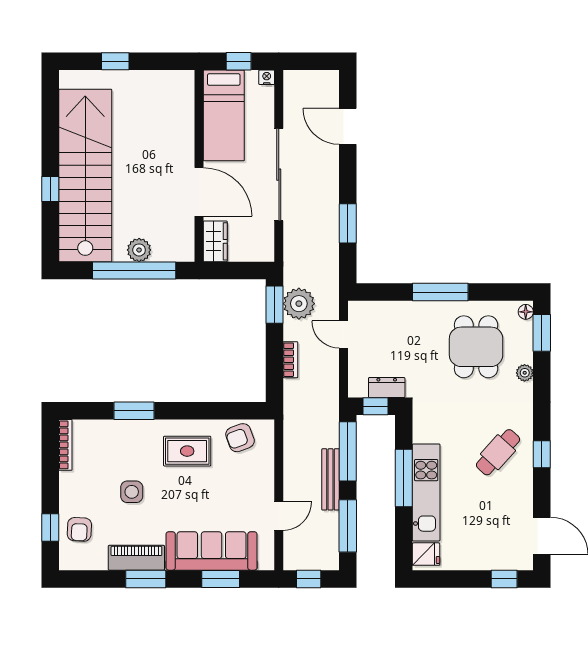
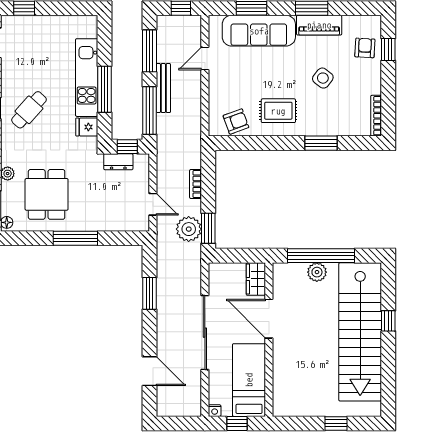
side table: (132, 492) -> (323, 78), turned 38
fridge: (426, 554) -> (87, 127), moved

